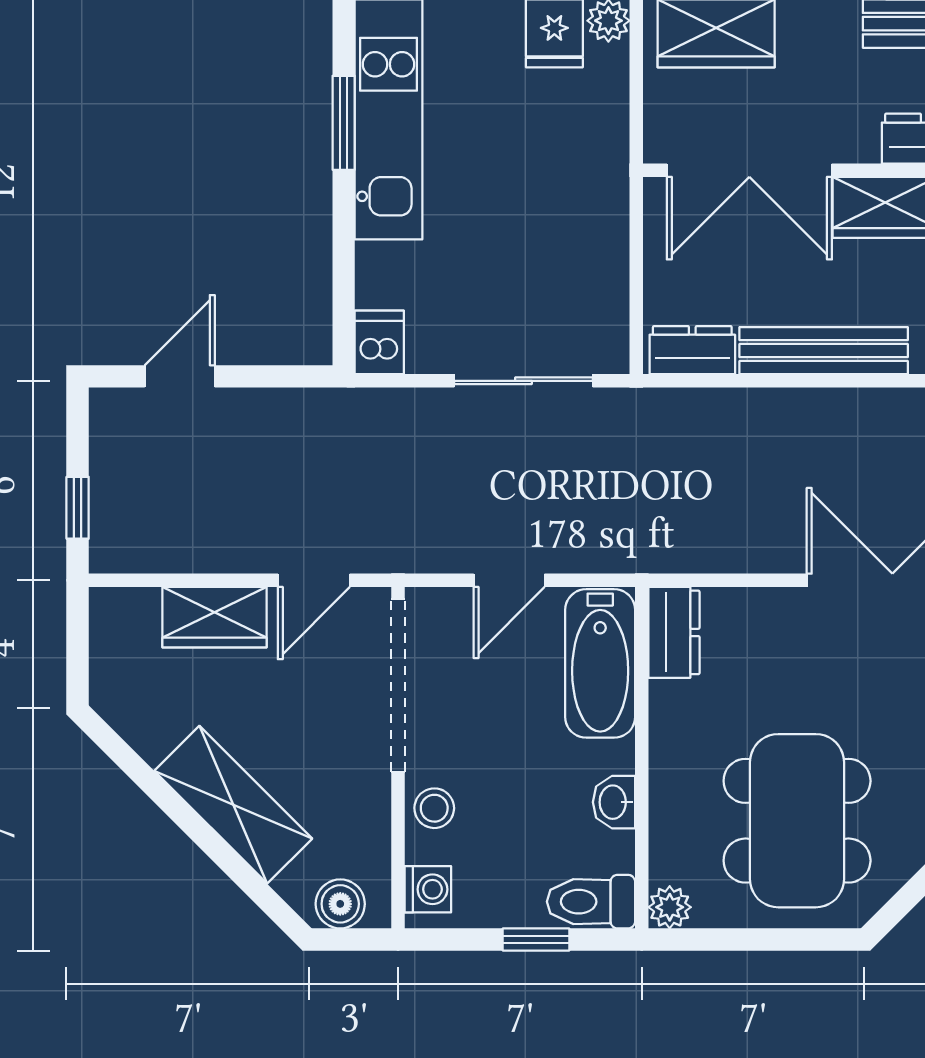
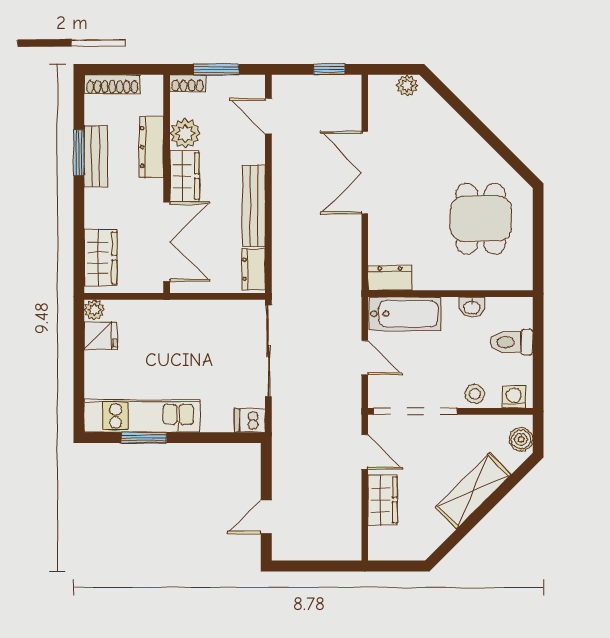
door: (180, 376) -> (266, 517), hinge flipped
sliding door: (524, 381) -> (268, 351), width x1.37
window: (78, 508) -> (330, 566), removed
dining table: (797, 821) -> (481, 219), width x0.73
toilet: (591, 902) -> (511, 342), moved, turned 90
plant: (670, 907) -> (523, 280), removed
window: (536, 940) -> (538, 345), removed

